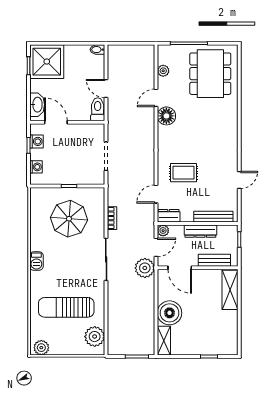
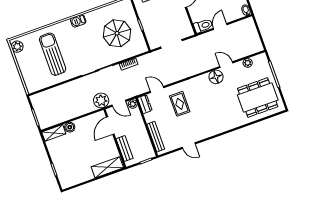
dresser: (200, 231) -> (142, 131), removed
boiler: (169, 313) -> (70, 127), width x0.54, depth x0.54
plant: (95, 337) -> (39, 82), removed

